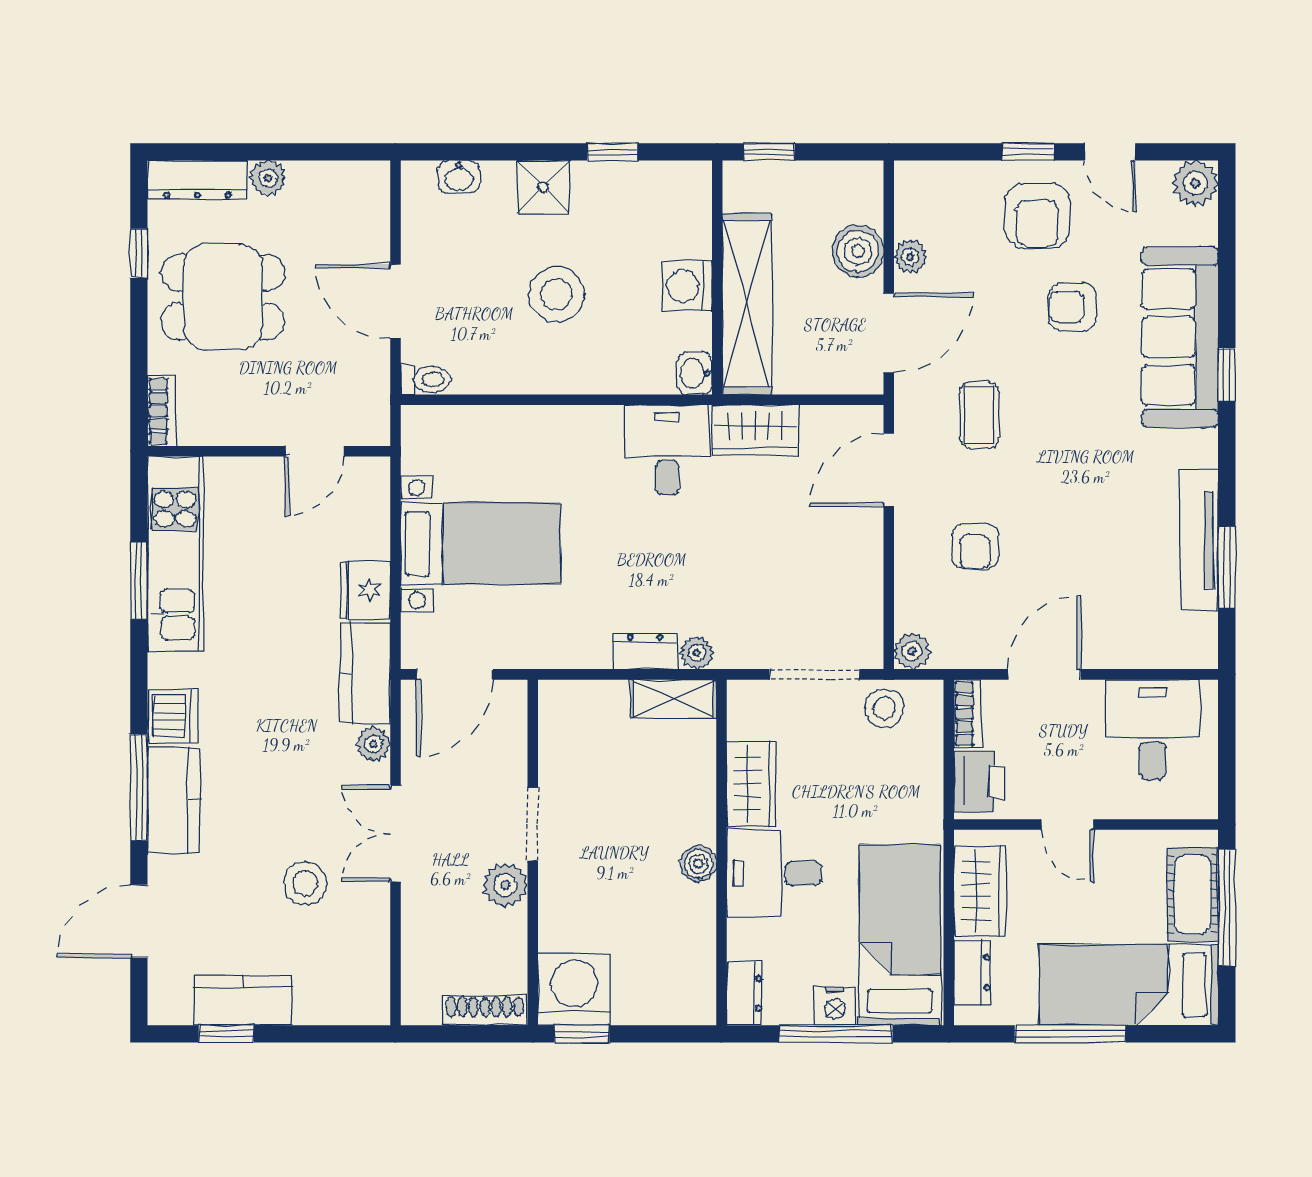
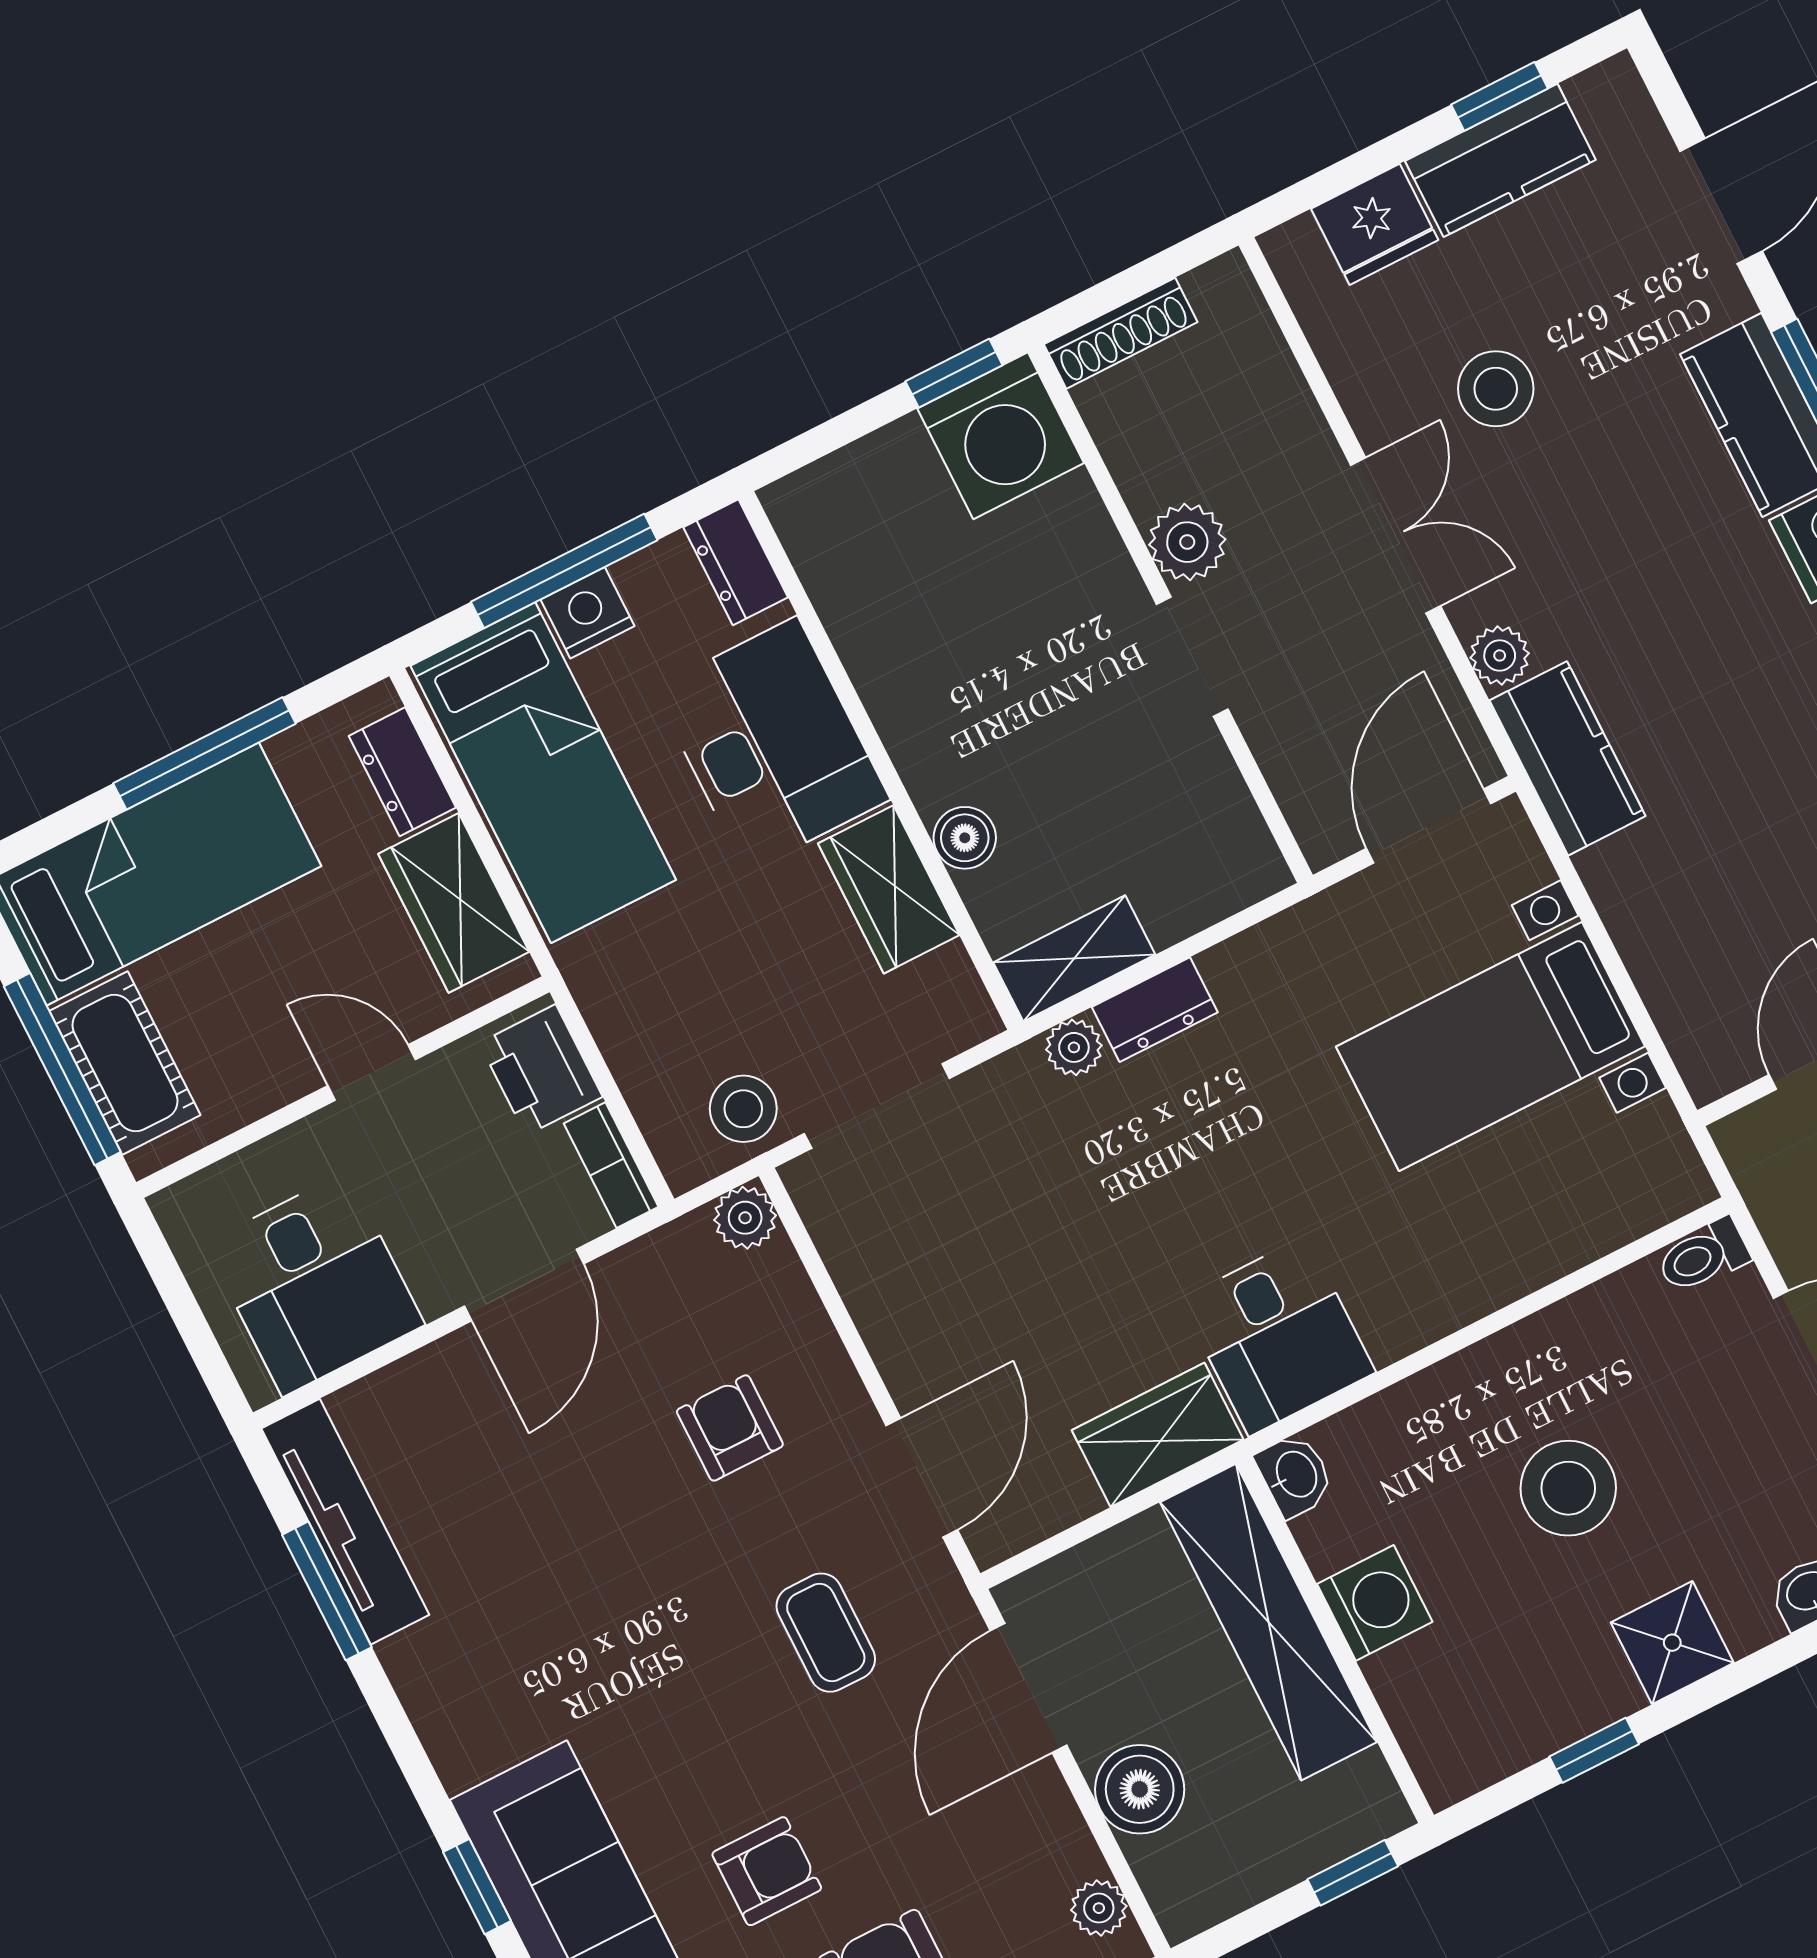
plant: (910, 257) -> (1099, 1908), moved
tv unit: (1199, 540) -> (345, 1522), moved
fridge: (365, 590) -> (1375, 224), moved, turned 90
boiler: (698, 864) -> (965, 838), moved
desk: (774, 873) -> (771, 744), width x1.37

